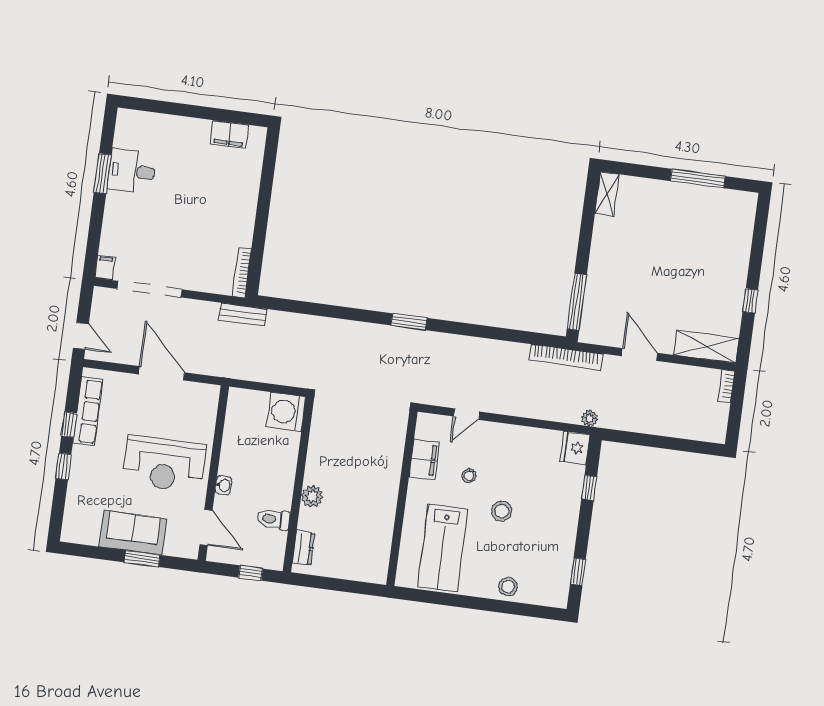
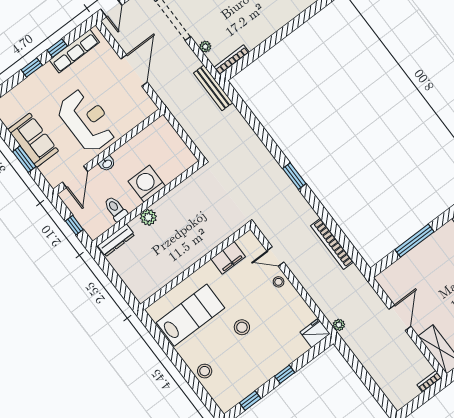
plant: (205, 285) -> (205, 47), added
window: (577, 302) -> (414, 241), moved
bench: (243, 315) -> (213, 88), width x1.36
bookcase: (566, 357) -> (332, 244), moved
washing machine: (286, 412) -> (147, 184), moved
reception desk: (164, 464) -> (87, 120), turned 180
stool: (469, 476) -> (279, 282), moved
window: (589, 488) -> (285, 374), moved
dresser: (304, 548) -> (116, 240), width x1.44
lab bench: (443, 548) -> (191, 315), turned 180

